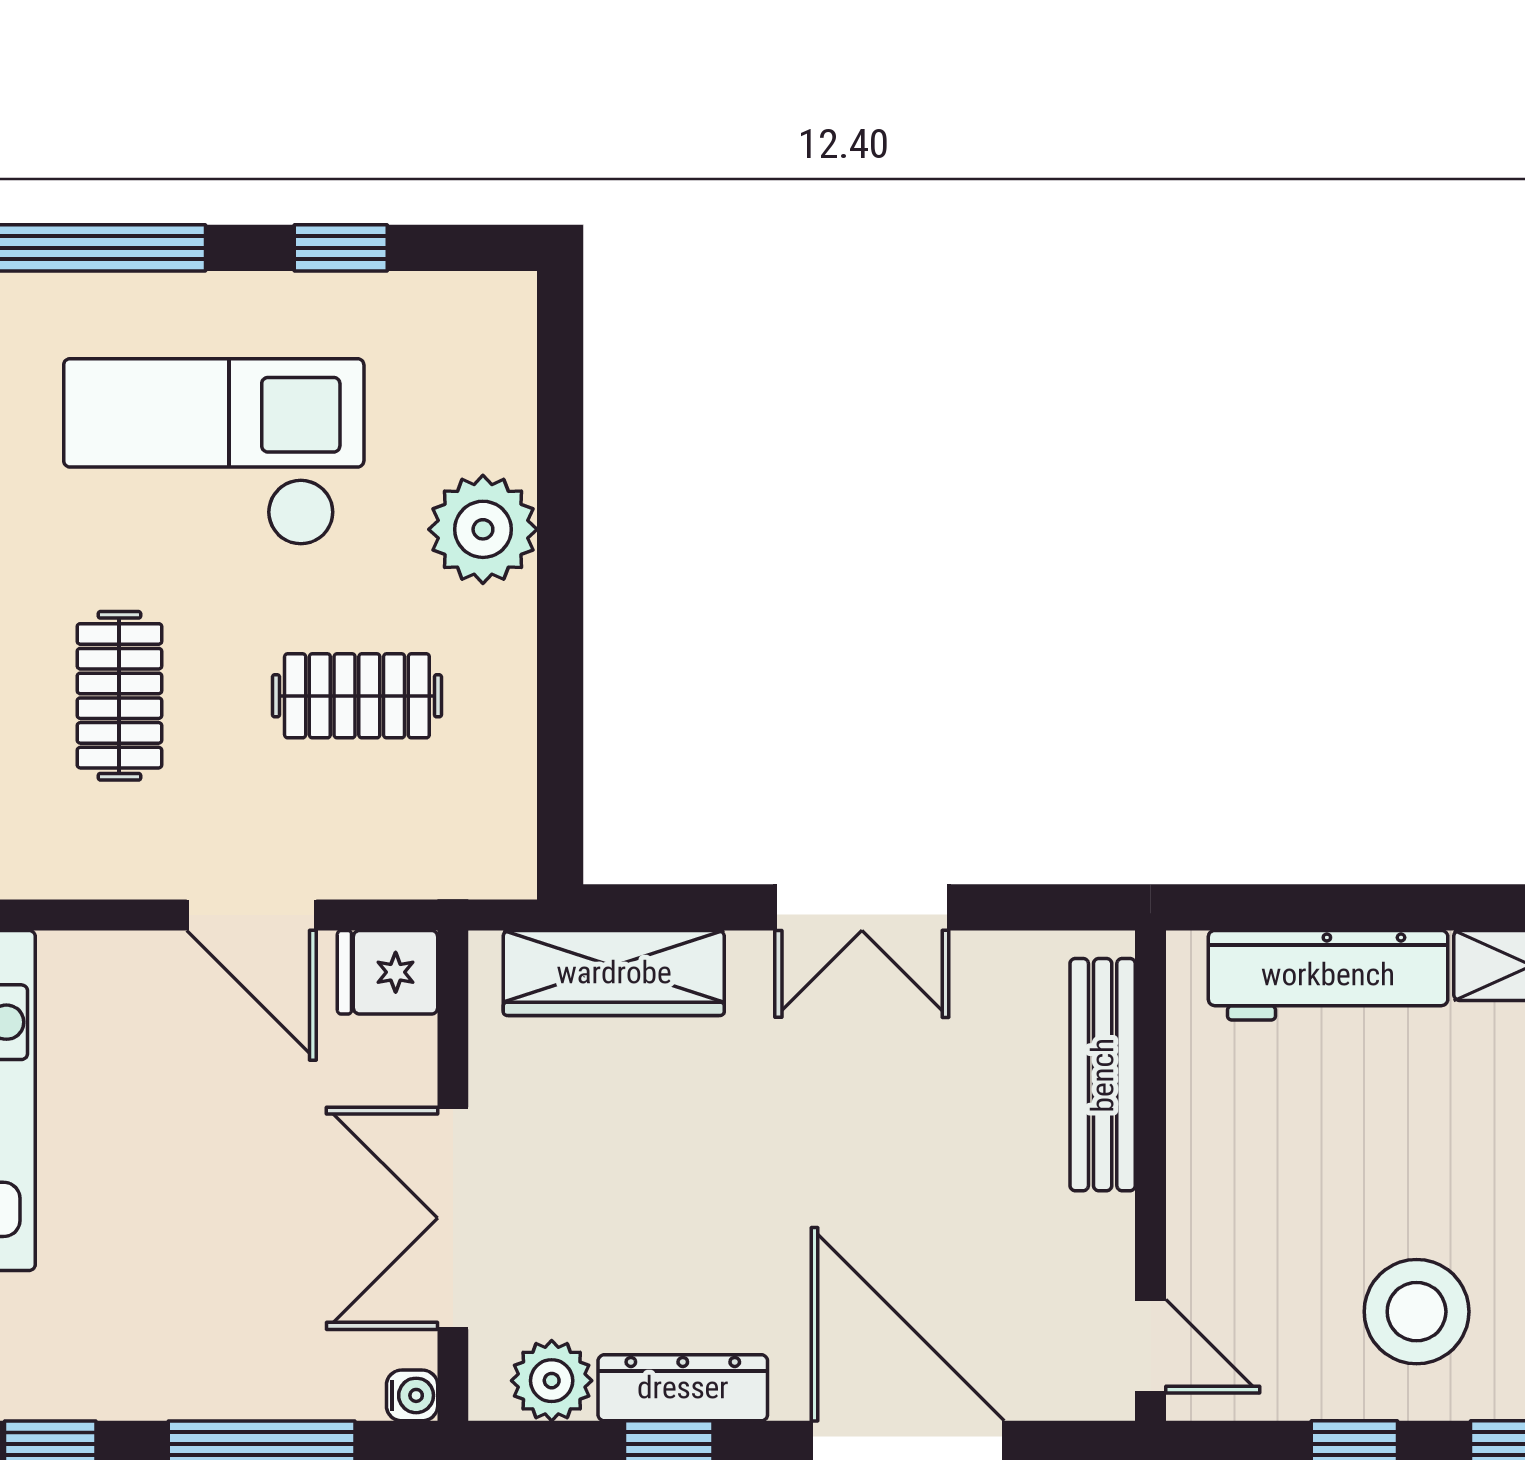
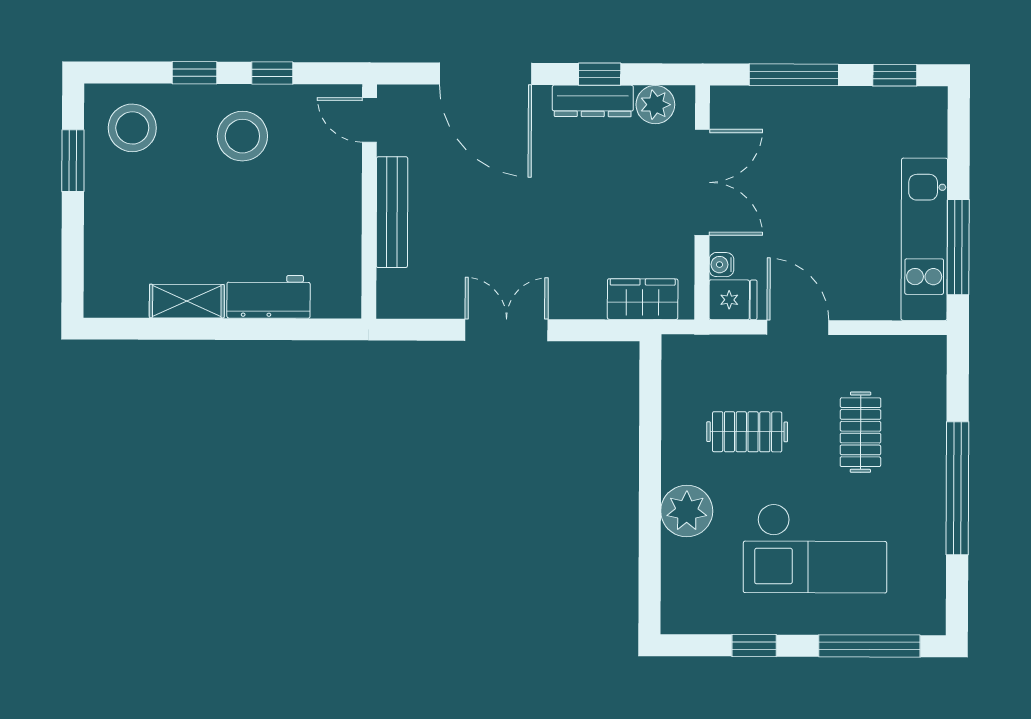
wardrobe: (614, 973) -> (643, 299), width x0.67
workbench: (1328, 975) -> (269, 297), width x0.73
bench: (1103, 1075) -> (392, 212), moved
water cooler: (412, 1395) -> (721, 265), moved

